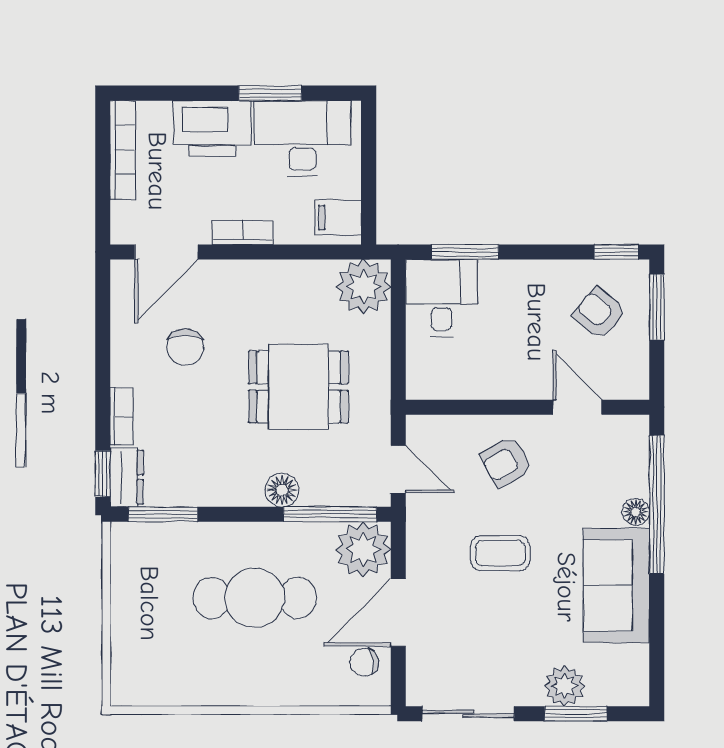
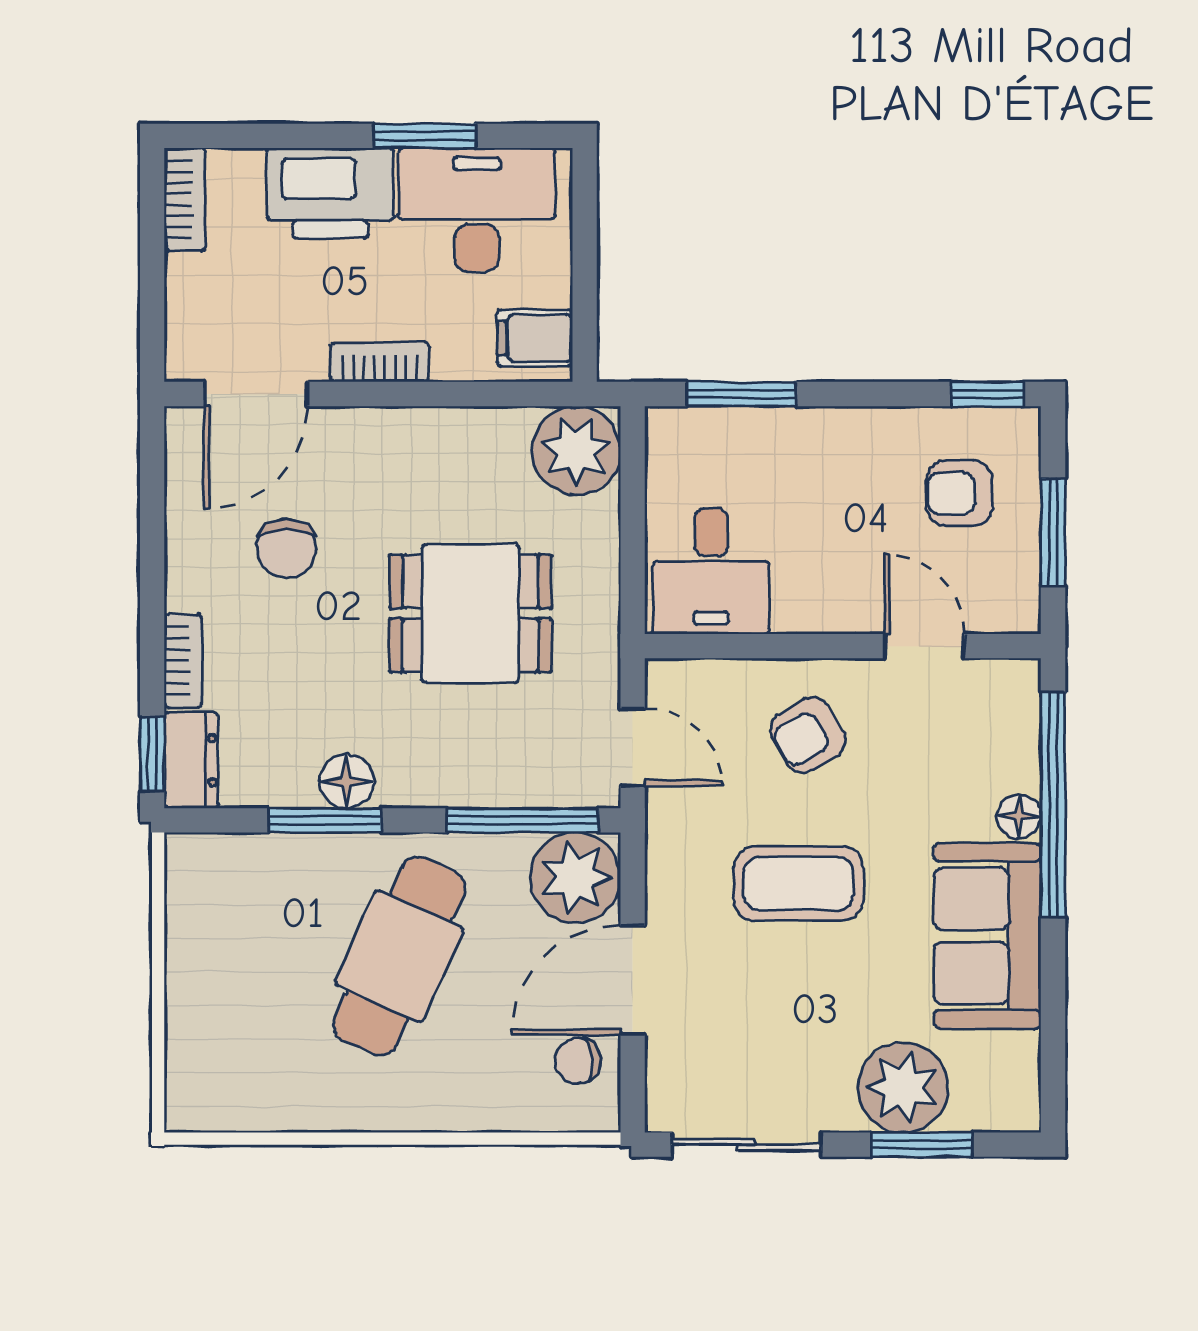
bookcase: (123, 150) -> (185, 199), width x0.64
desk: (441, 298) -> (711, 571), moved, turned 180
window: (657, 307) -> (1053, 532), moved
armchair: (599, 313) -> (959, 493), turned -40
floor lamp: (282, 490) -> (347, 781), moved
window: (163, 514) -> (325, 820), moved
coffee table: (500, 553) -> (799, 884), width x1.36, depth x1.30
cafe table: (255, 598) -> (399, 956), turned -66
plant: (564, 686) -> (903, 1088), width x1.36, depth x1.36

